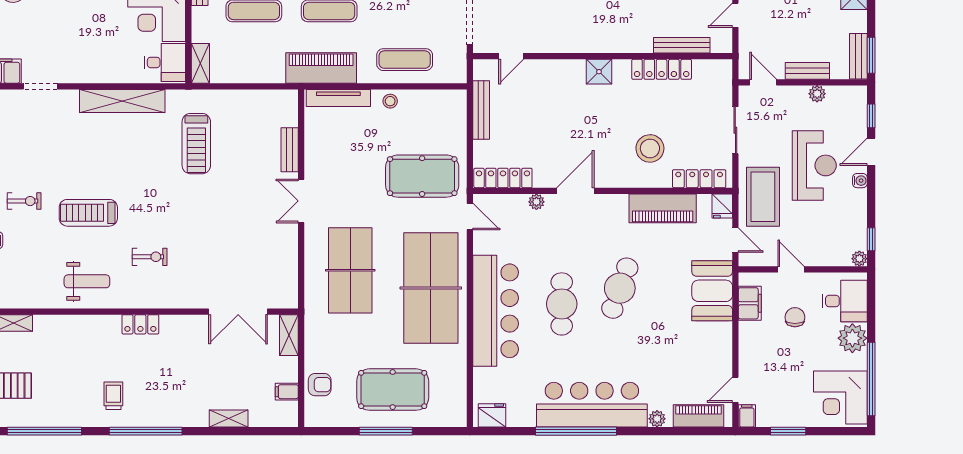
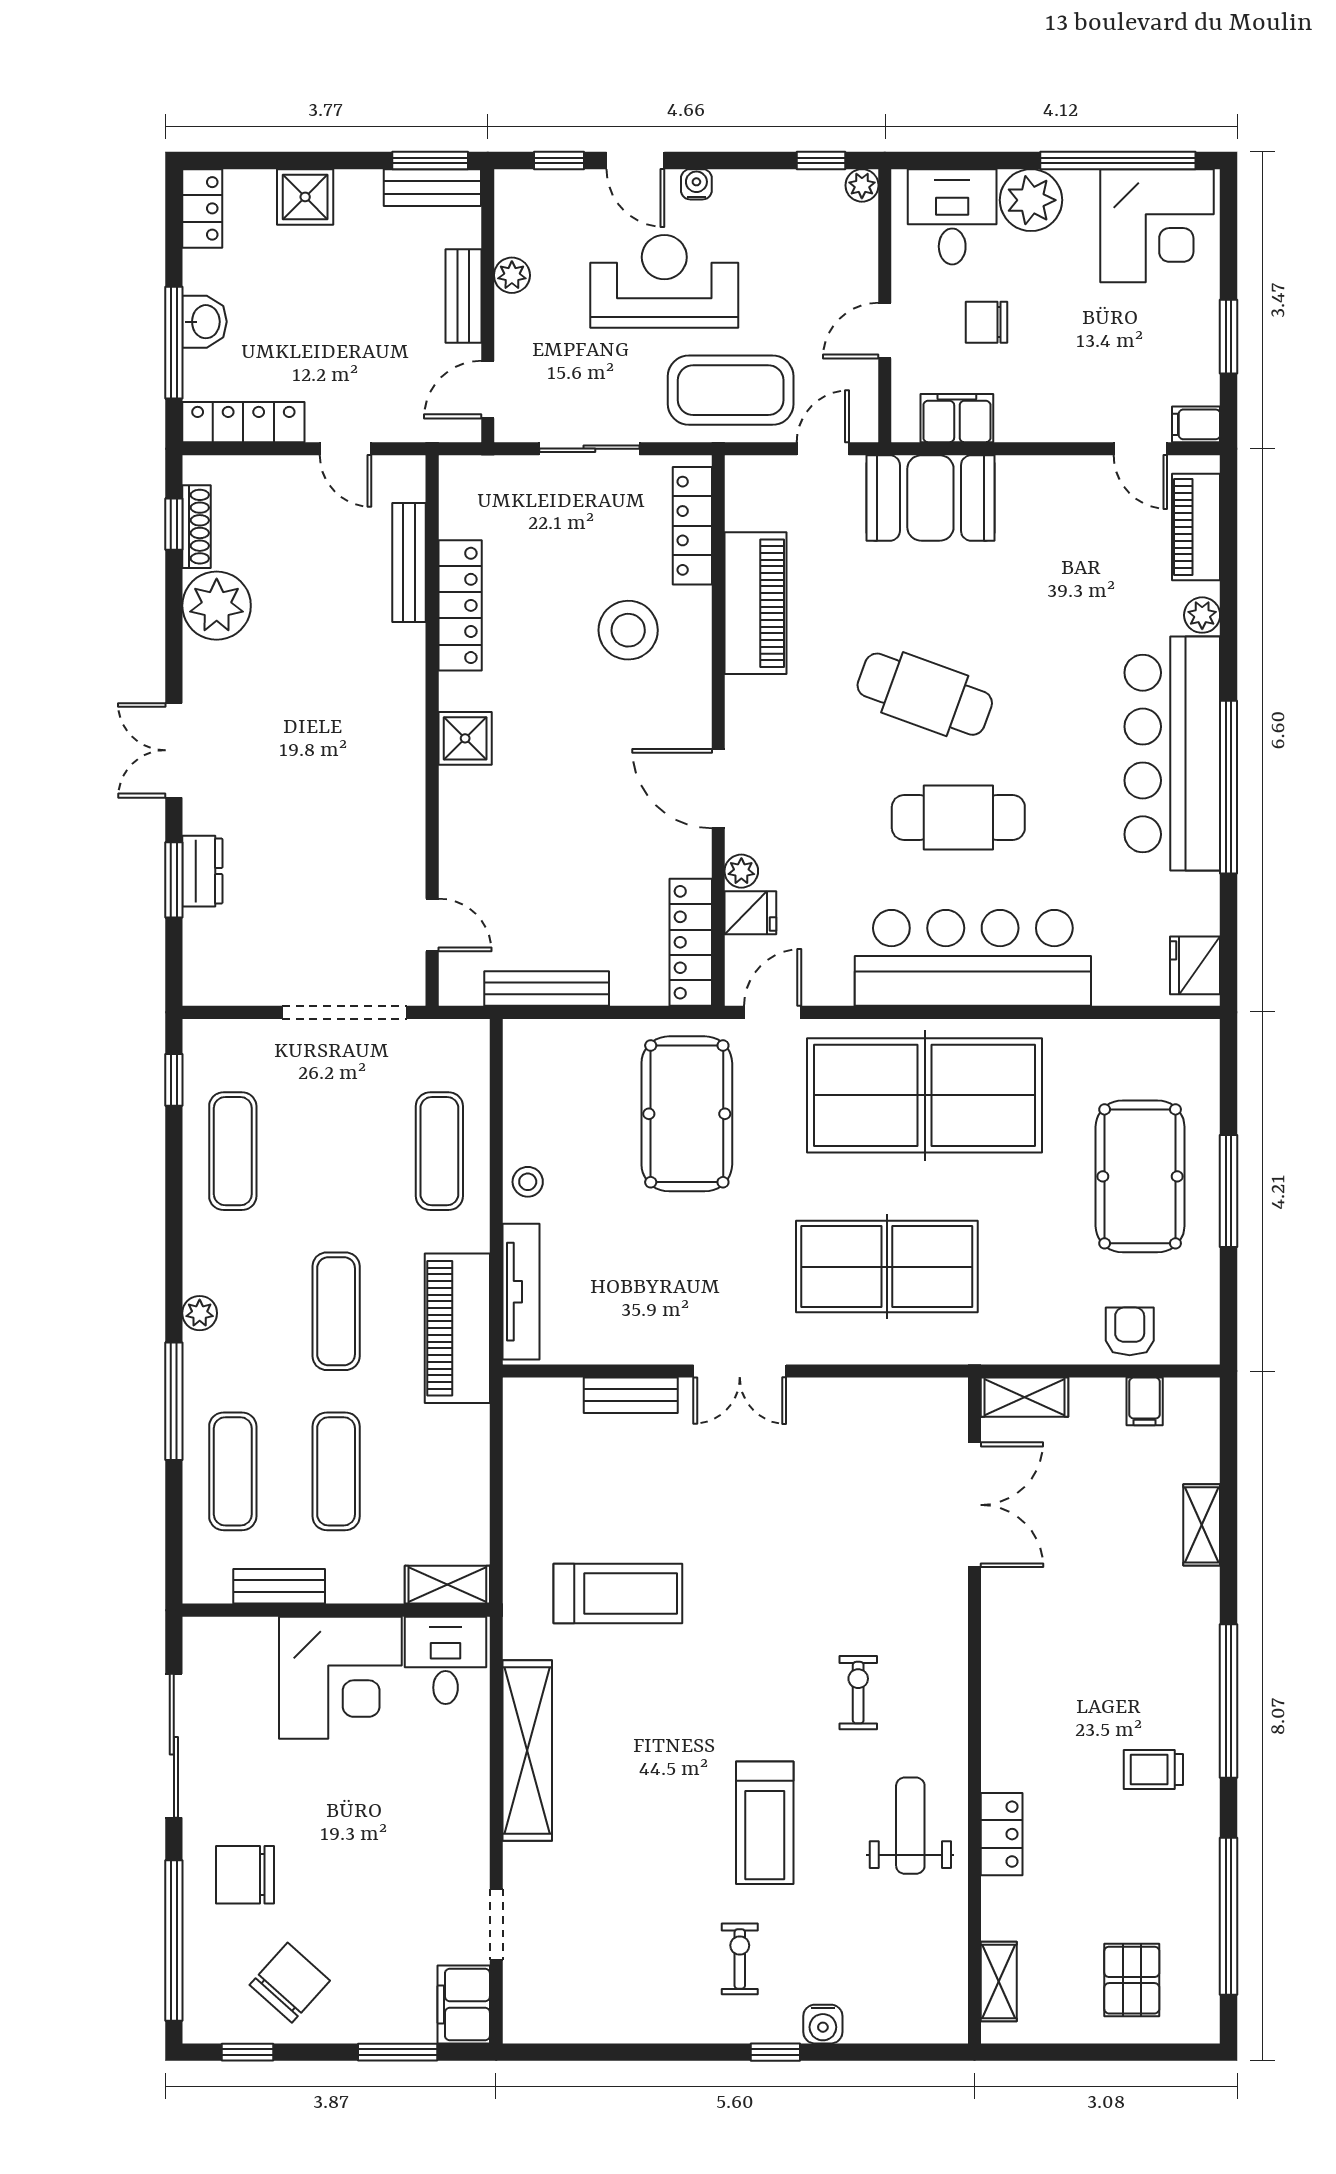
fridge: (722, 206) -> (750, 913), moved
locker: (140, 324) -> (1002, 1834), moved

